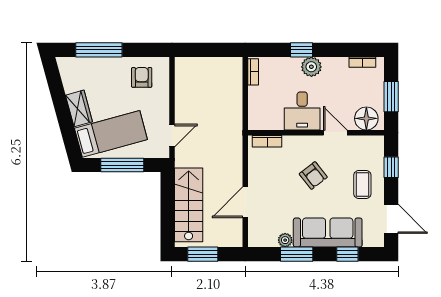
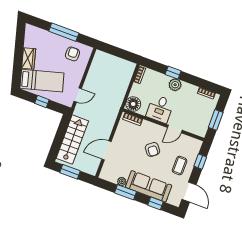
window: (99, 50) -> (64, 32), moved
floor lamp: (366, 118) -> (133, 104), moved
door: (335, 133) -> (175, 129), swing flipped
window: (122, 165) -> (42, 101), width x0.46

